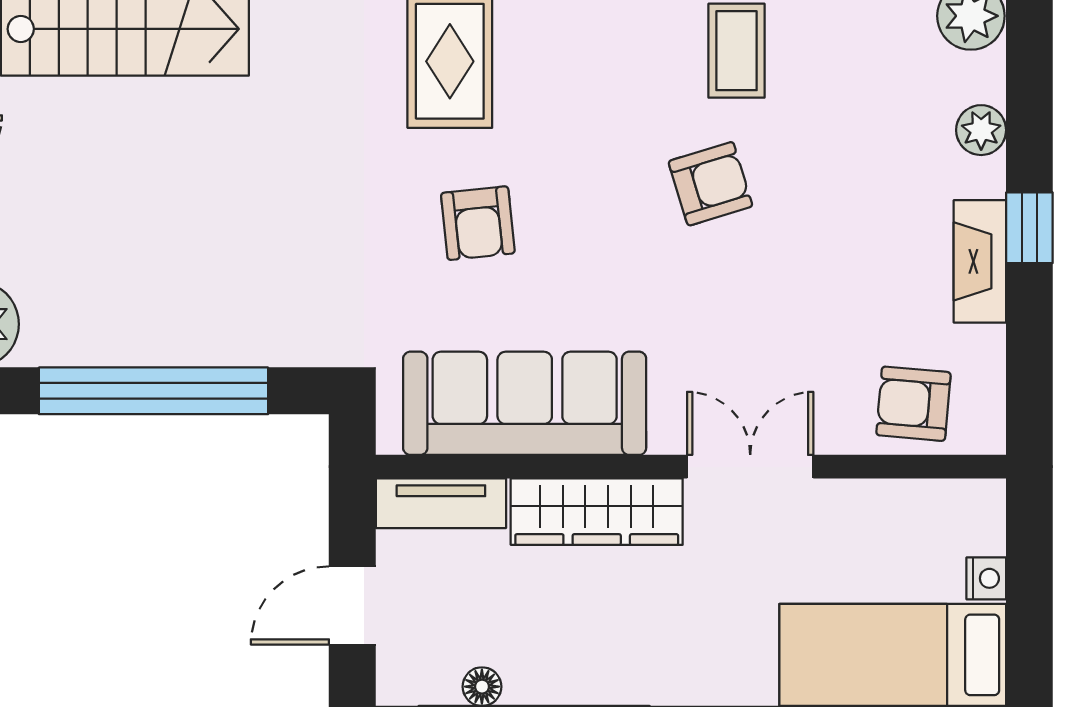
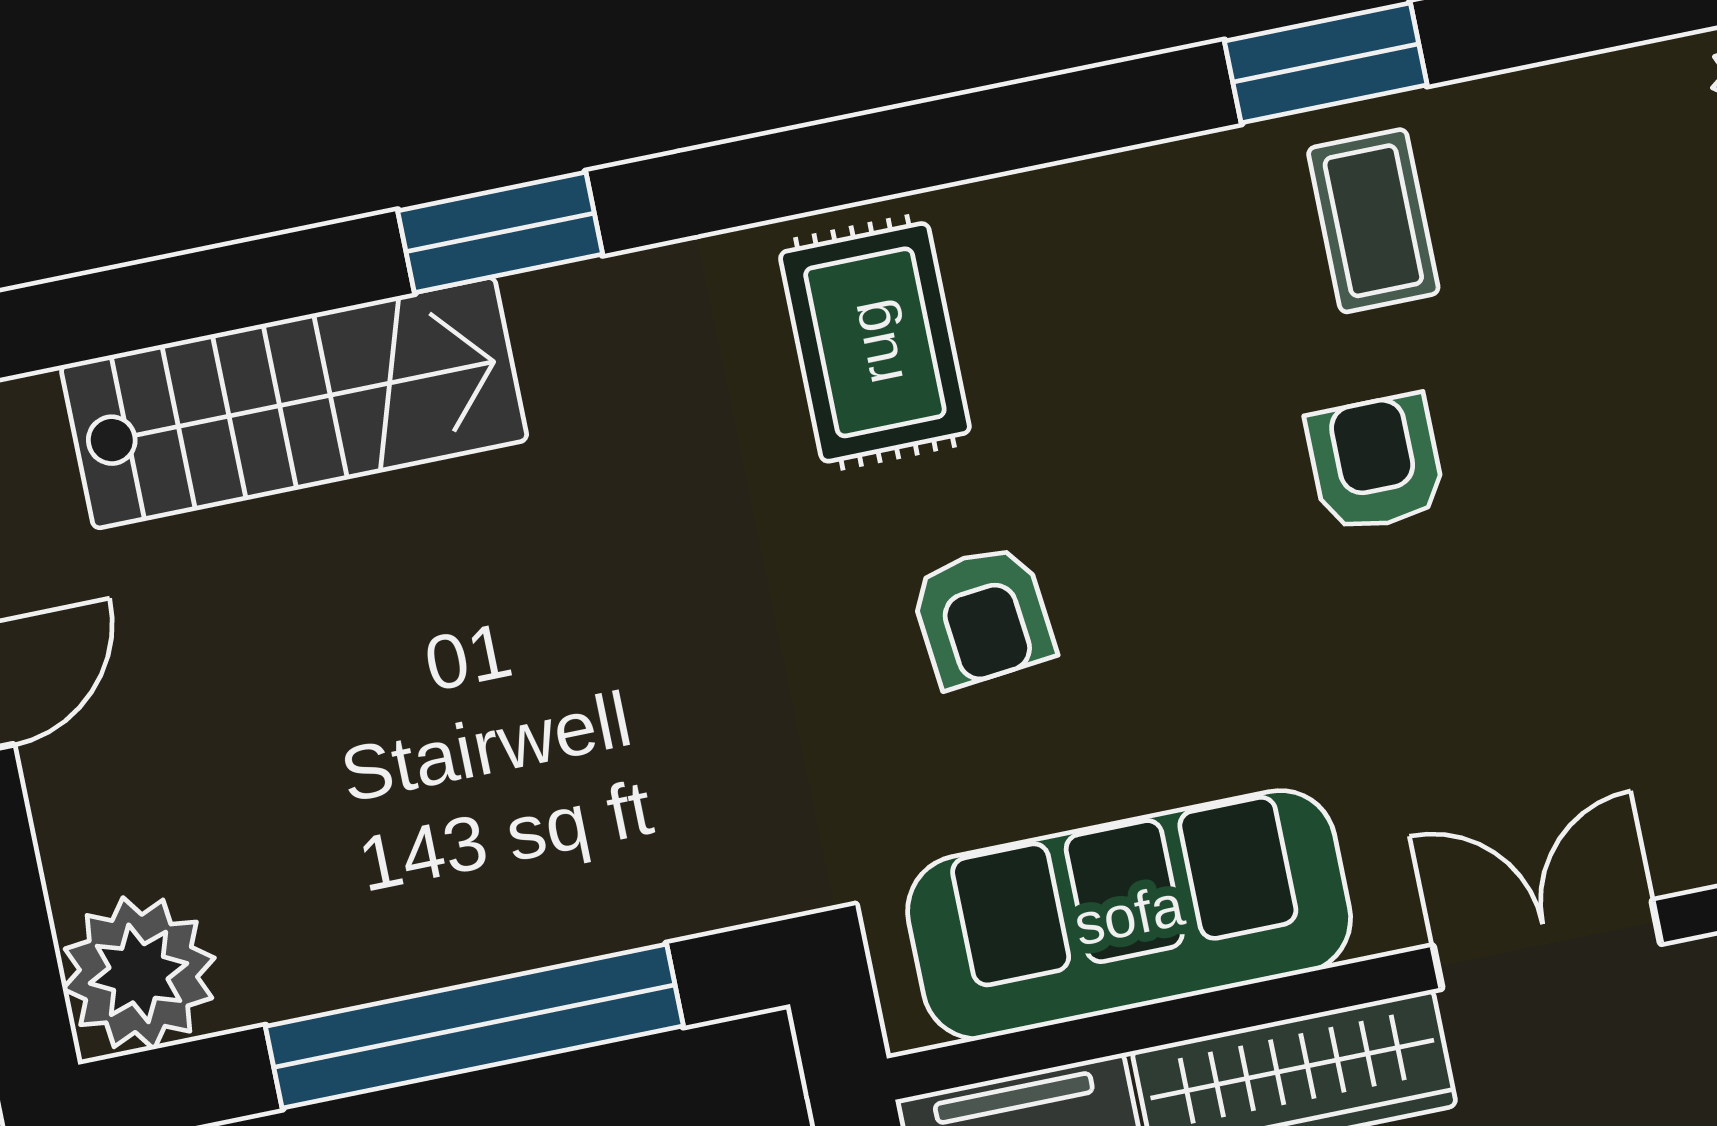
armchair: (710, 184) -> (1376, 463), turned -73

